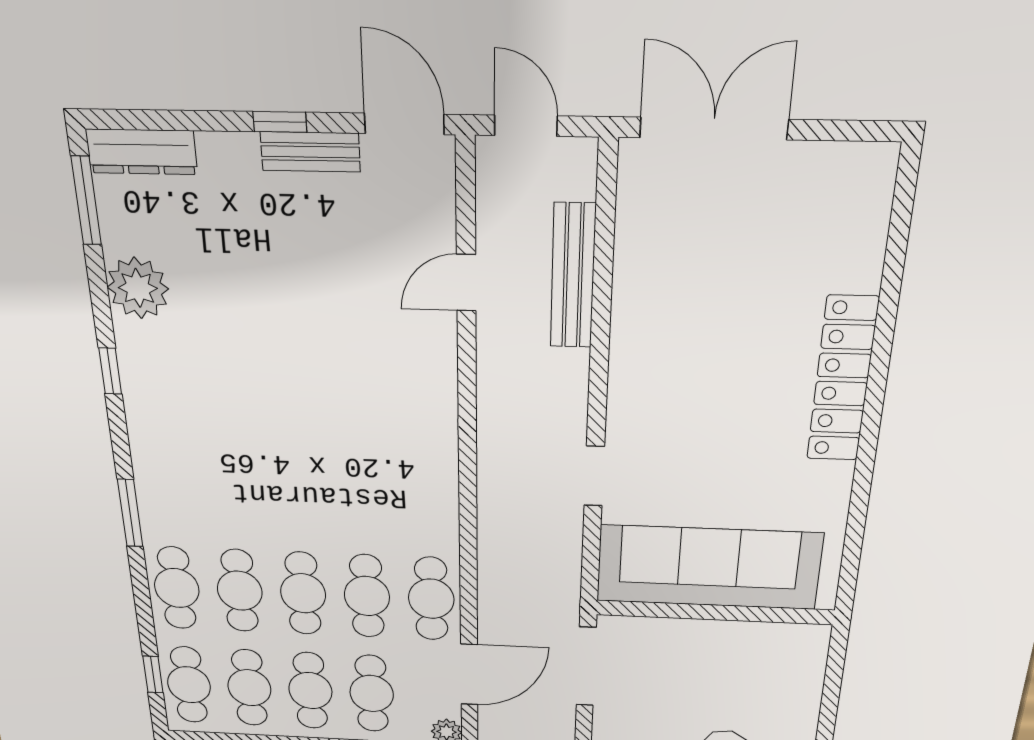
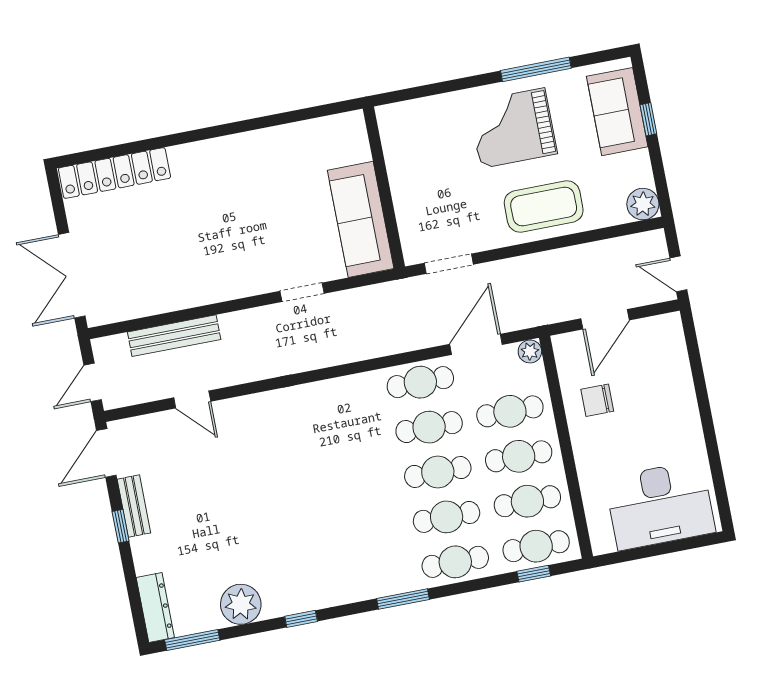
locker: (842, 380) -> (114, 173), moved
sofa: (708, 567) -> (361, 219), width x0.74, depth x0.79
doorway: (586, 667) -> (449, 264), width x0.73
door: (469, 674) -> (476, 344), hinge flipped

